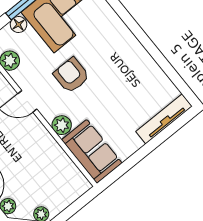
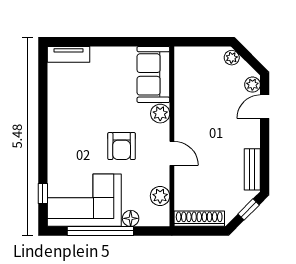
tv unit: (164, 119) -> (69, 54), width x0.71

